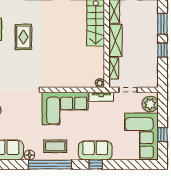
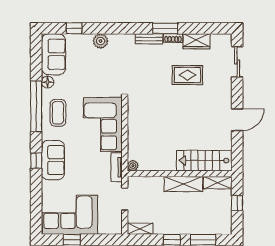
shelving: (114, 68) -> (140, 229), moved
plant: (150, 104) -> (108, 225), removed

